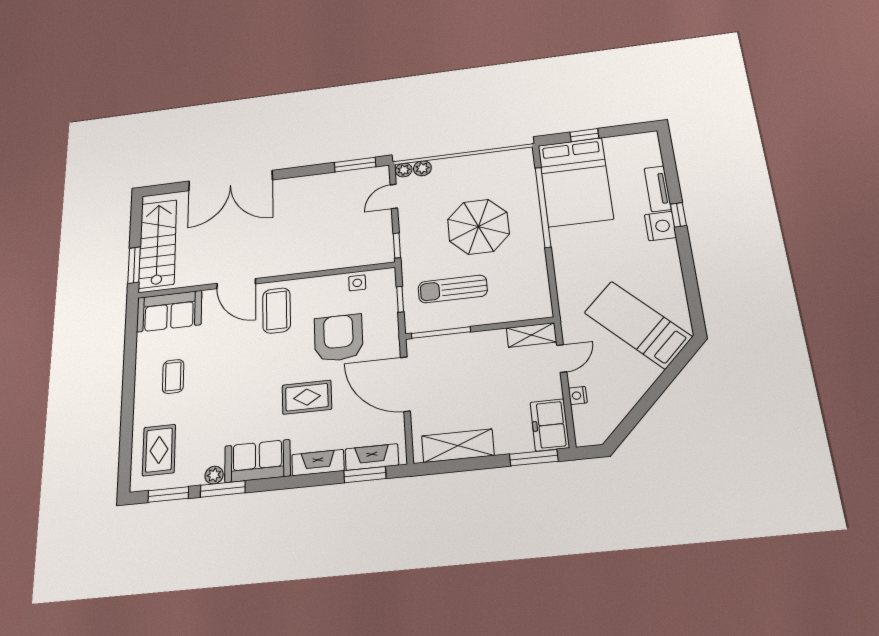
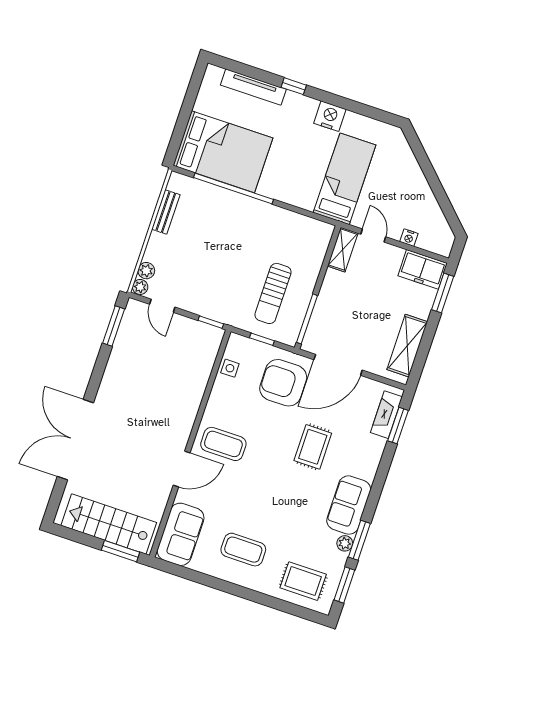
window: (584, 135) -> (182, 123), removed
bench: (489, 160) -> (166, 212), added
double door: (230, 181) -> (75, 440), swing flipped
tv unit: (658, 189) -> (253, 87), width x1.41
nightstand: (660, 226) -> (330, 116), moved
parasol: (478, 227) -> (226, 248), removed
bed: (638, 325) -> (345, 179), moved, turned 135
armchair: (339, 338) -> (283, 383), moved
coffee table: (173, 376) -> (243, 550), width x1.36, depth x1.30
fireplace: (318, 463) -> (372, 458), removed

